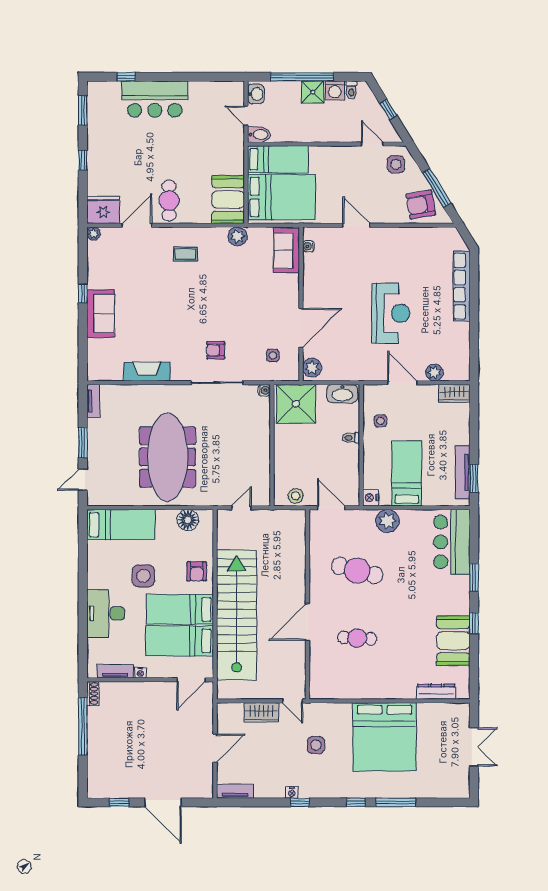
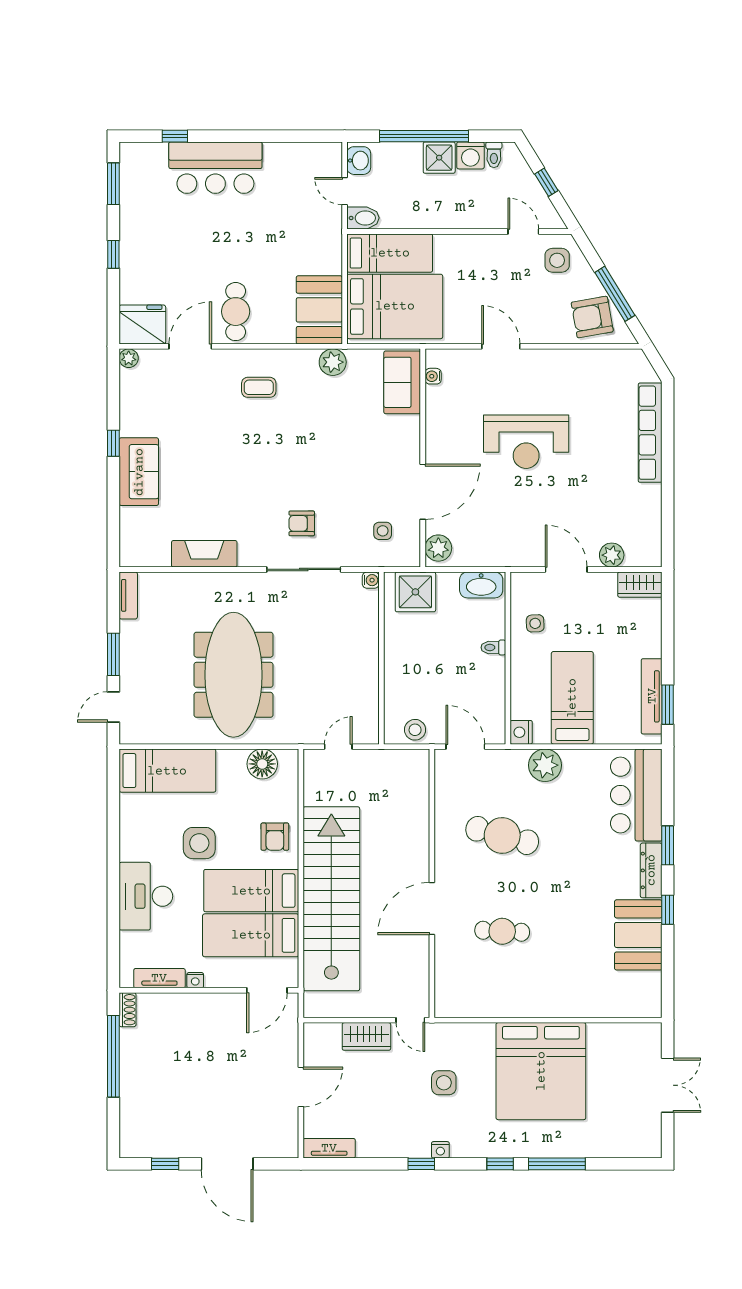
reception desk: (391, 313) -> (526, 442), moved, turned 90
shower: (296, 404) -> (415, 592), width x0.73, depth x0.73
dresser: (436, 692) -> (651, 870), moved, turned -90
nightstand: (292, 792) -> (440, 1150), moved

